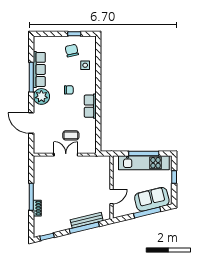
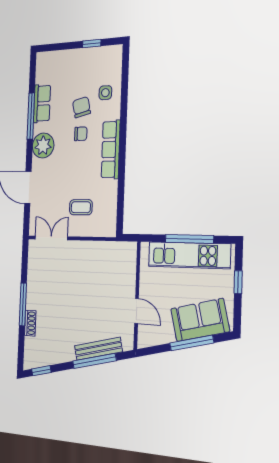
chair: (72, 51) -> (81, 107), moved
row of seats: (39, 69) -> (42, 103), width x0.68
row of seats: (90, 106) -> (111, 149), width x1.48
double door: (66, 155) -> (51, 238), moved
door: (111, 196) -> (137, 311), hinge flipped

